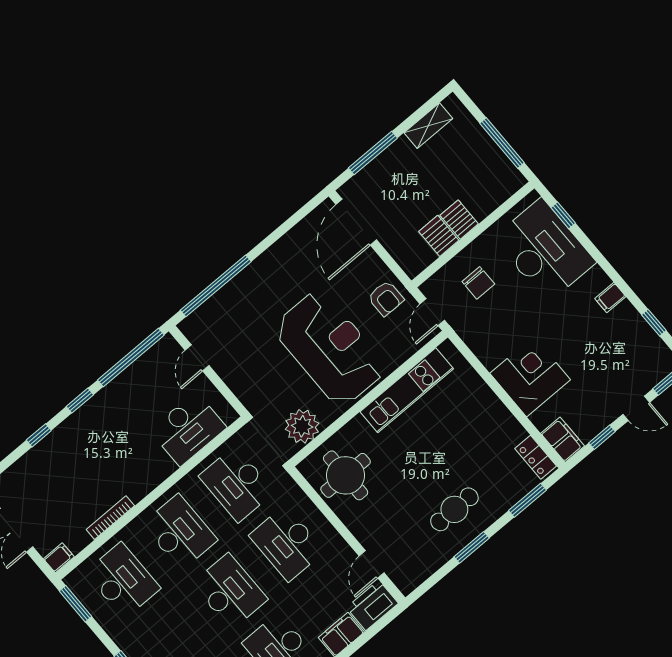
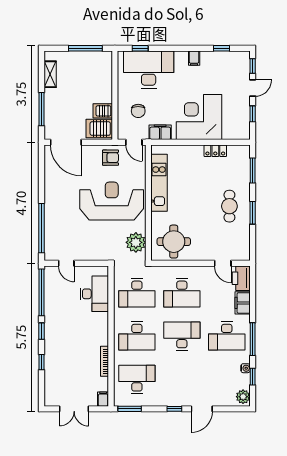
server rack: (459, 220) -> (99, 129), moved, width x1.36, depth x1.44
chair: (478, 283) -> (138, 111), turned 90
corner desk: (530, 377) -> (199, 117), width x1.36, depth x1.36
filing cabinet: (563, 440) -> (160, 132), moved
locker: (536, 457) -> (215, 151), moved
desk: (180, 532) -> (137, 336), turned 180

